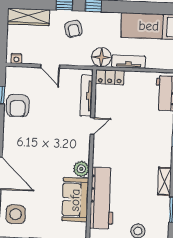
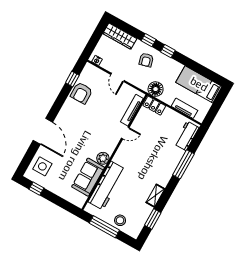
tv unit: (129, 62) -> (184, 108), moved

